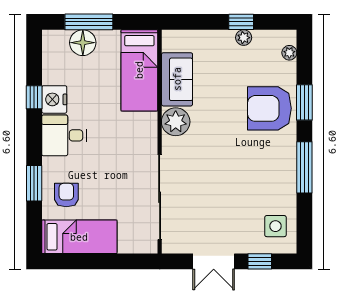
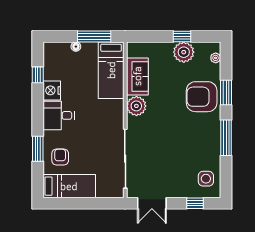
window: (89, 22) -> (94, 36), moved
plant: (244, 38) -> (184, 52), width x1.88, depth x1.88
floor lamp: (83, 43) -> (76, 47), width x0.53, depth x0.53
window: (34, 97) -> (38, 75), moved
double door: (214, 261) -> (152, 203), moved

